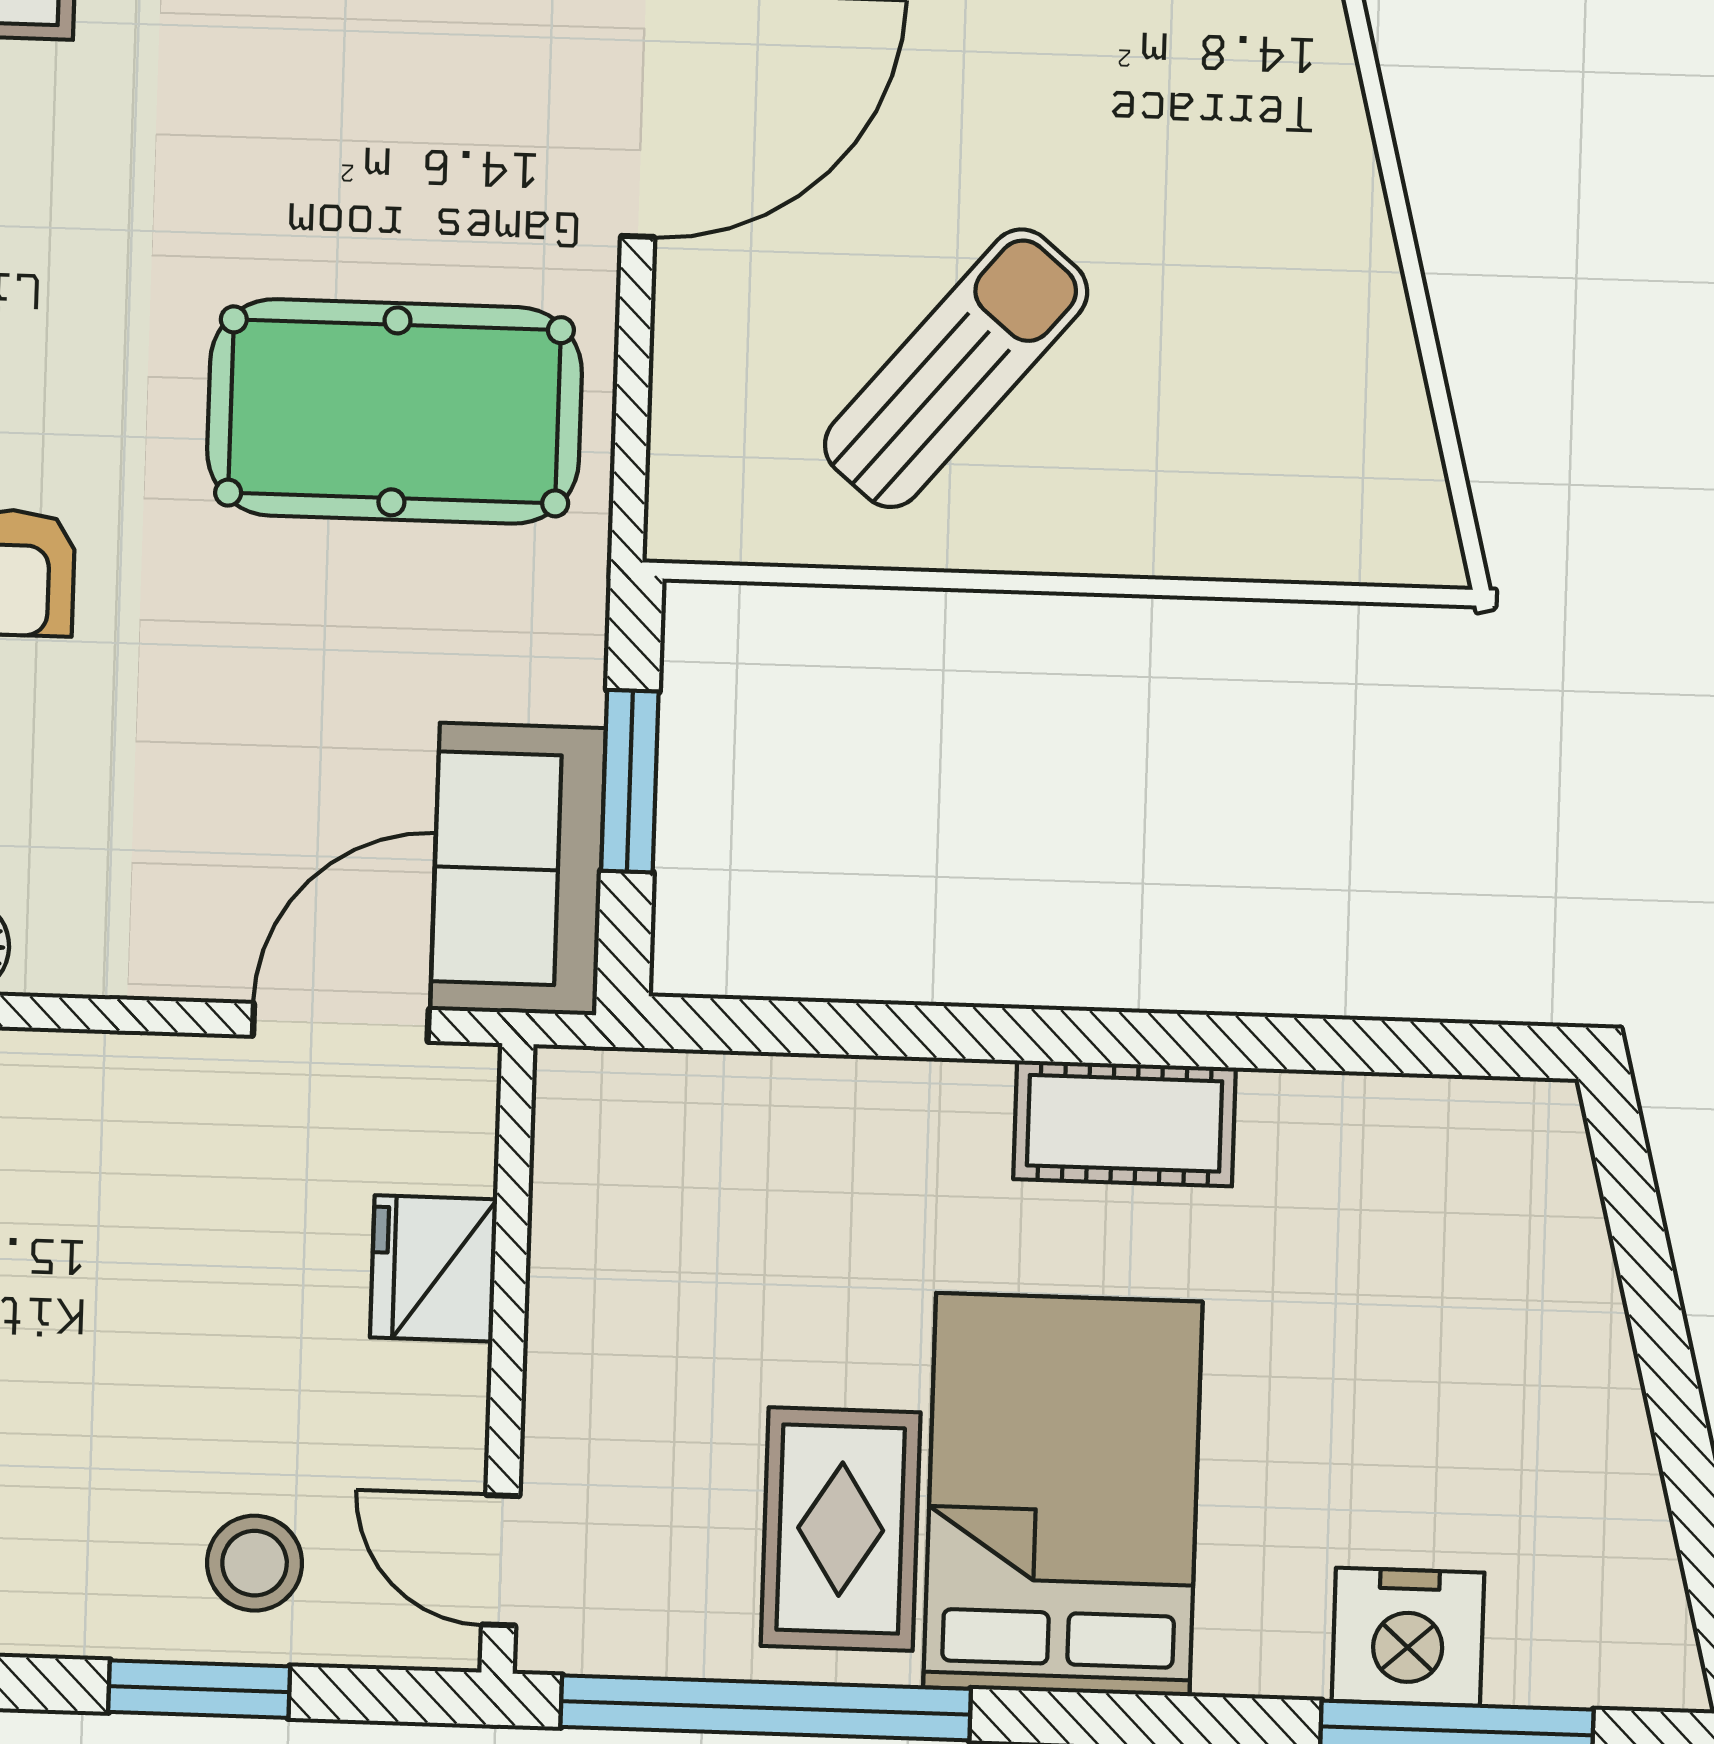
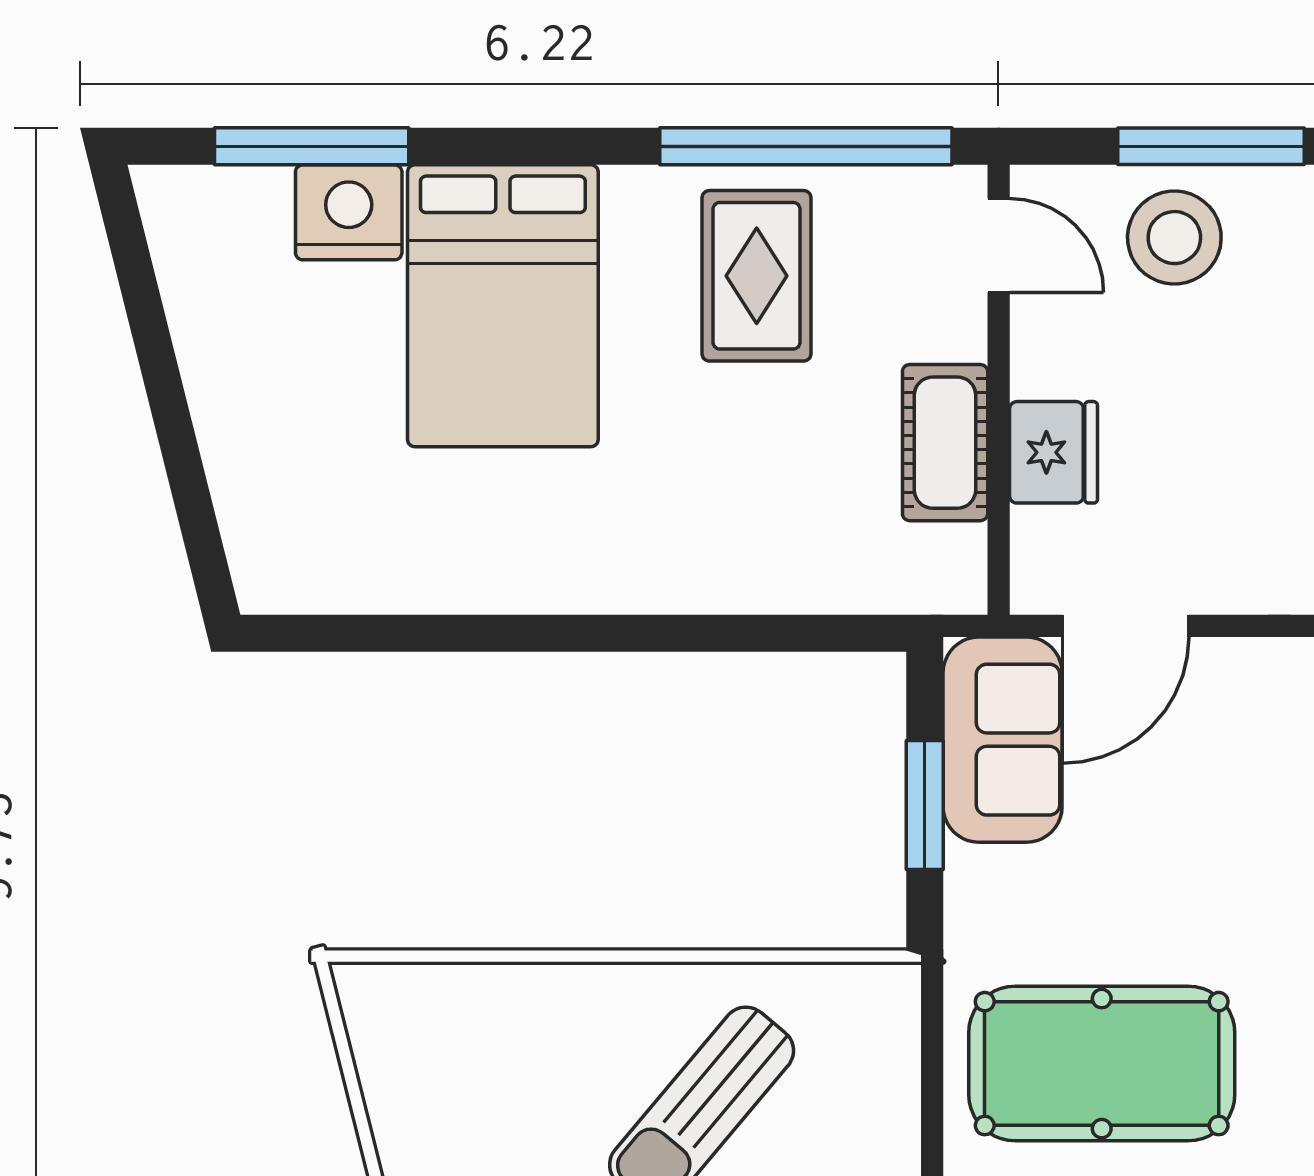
cot: (1125, 1123) -> (945, 443), moved, turned 90
bed: (1063, 1494) -> (503, 306), moved
stool: (255, 1563) -> (1174, 238), width x1.38, depth x1.38
window: (199, 1689) -> (1211, 146), width x1.44

